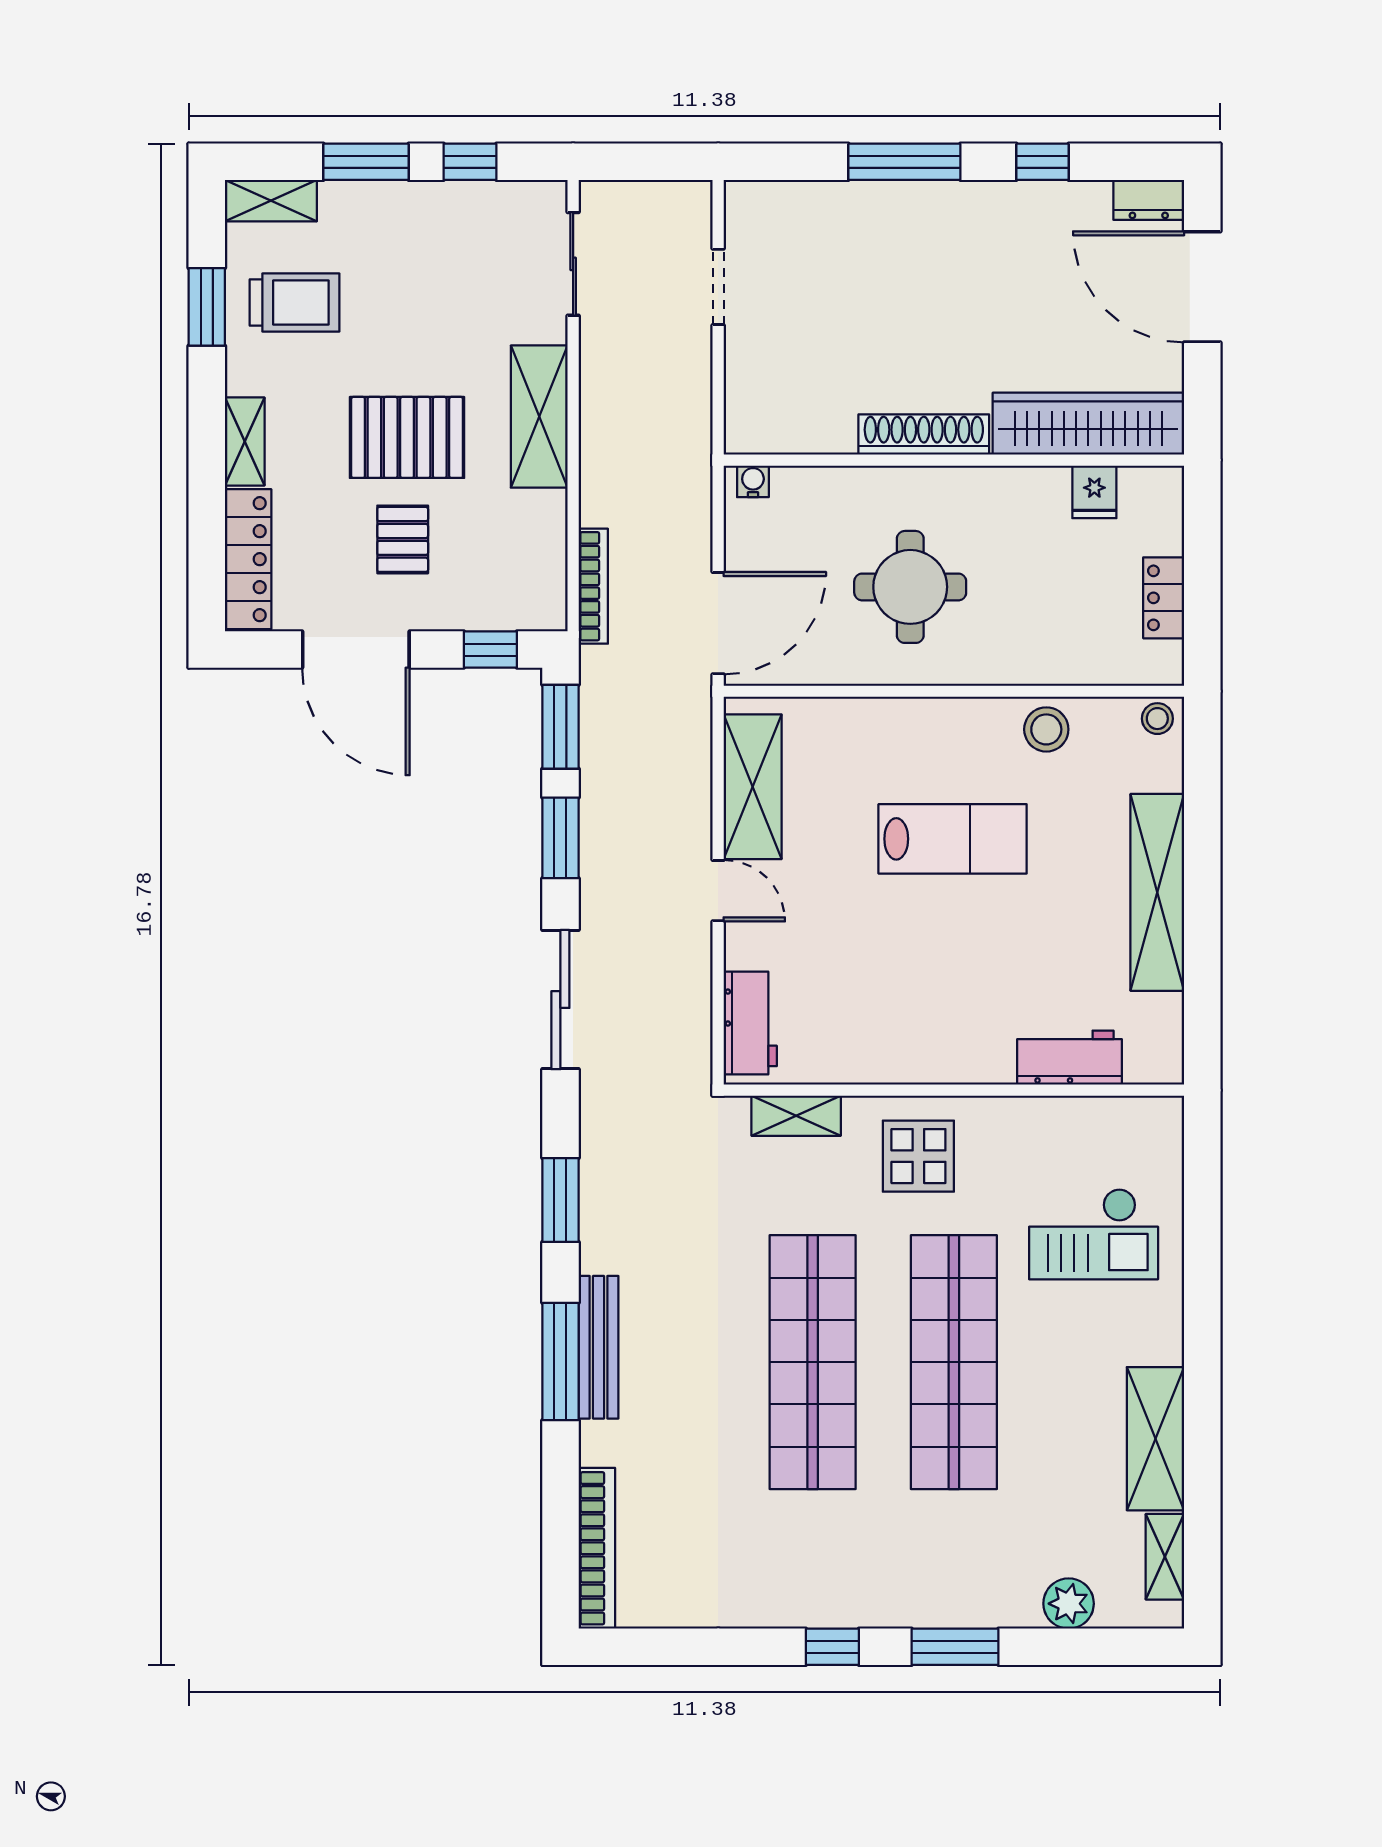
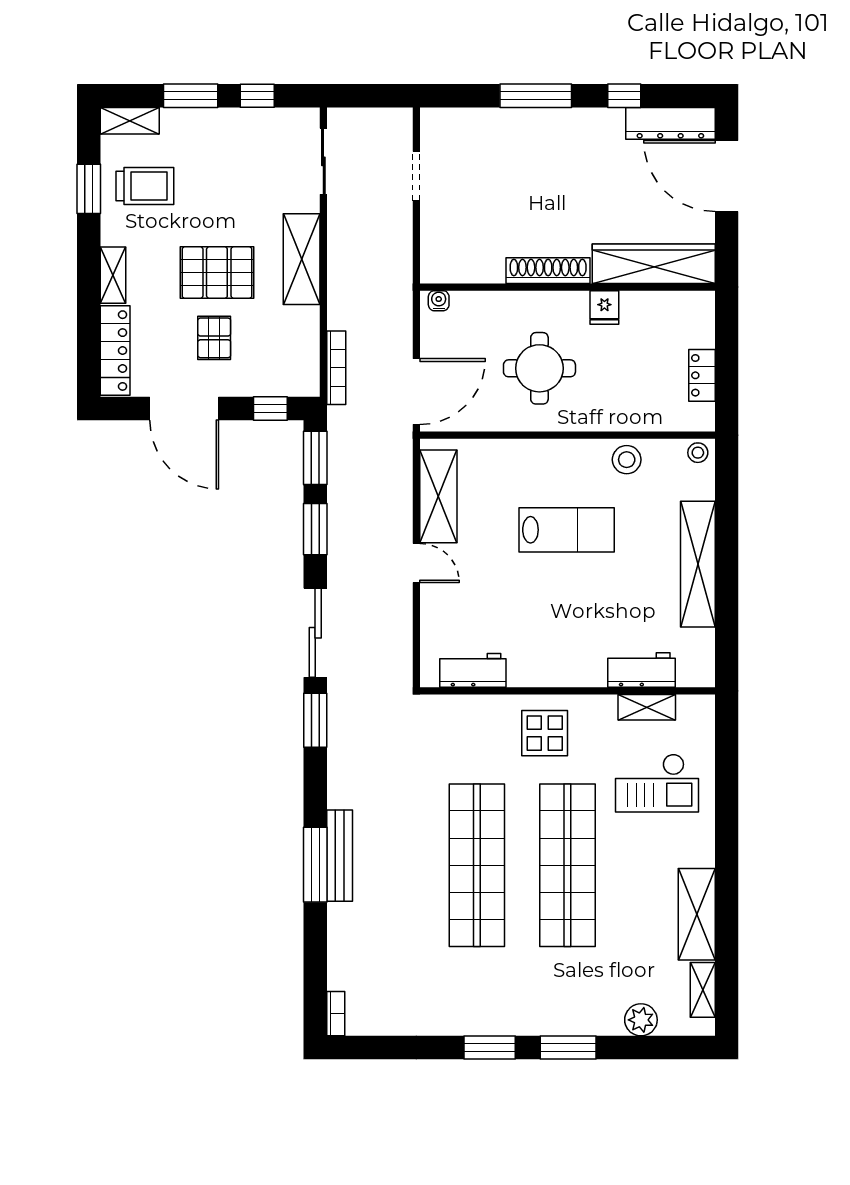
dresser: (1149, 200) -> (670, 123), width x1.96, depth x1.24
fridge: (1094, 492) -> (604, 307), moved
workbench: (750, 1023) -> (473, 670), moved, turned -90
shelving: (796, 1116) -> (647, 707), moved
window: (560, 1200) -> (315, 720), moved
bookcase: (597, 1548) -> (336, 1014), width x0.43, depth x0.76
window: (832, 1647) -> (490, 1048), width x1.50

